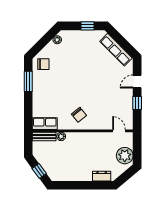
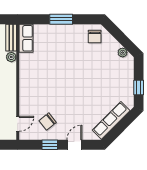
window: (28, 81) -> (61, 19), moved
door: (137, 82) -> (74, 145), hinge flipped
chair: (79, 115) -> (48, 122), moved

